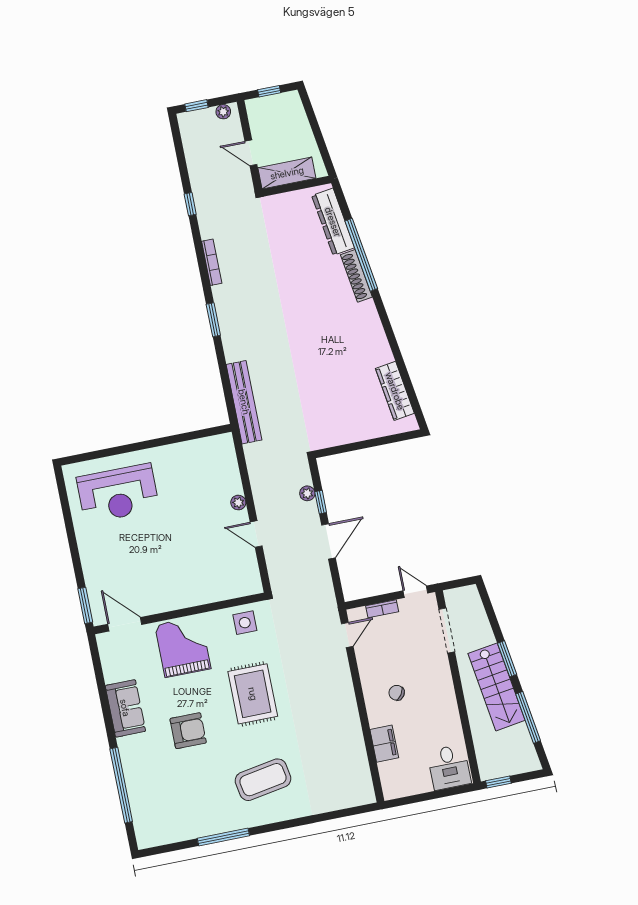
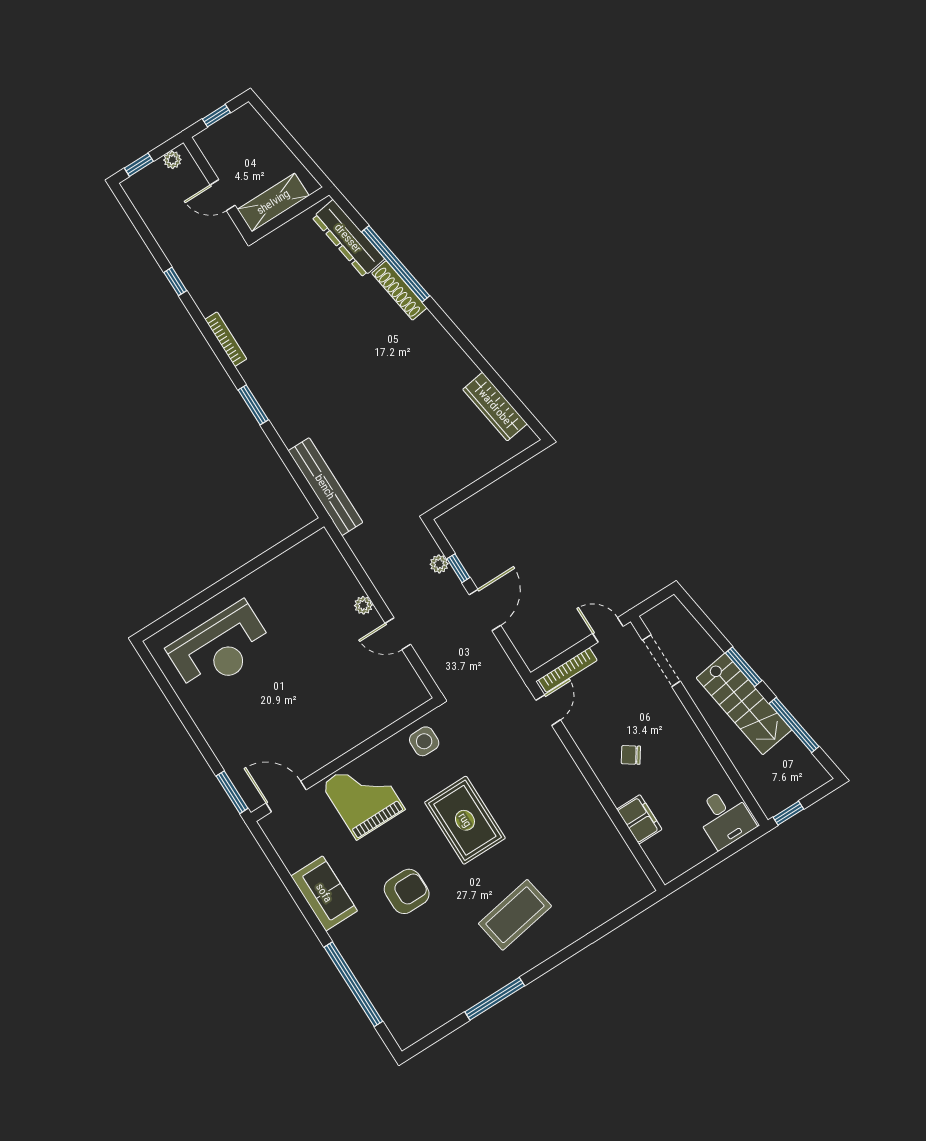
bookcase: (382, 609) -> (568, 670), width x1.56

